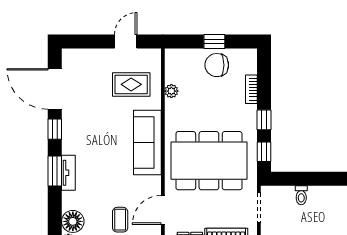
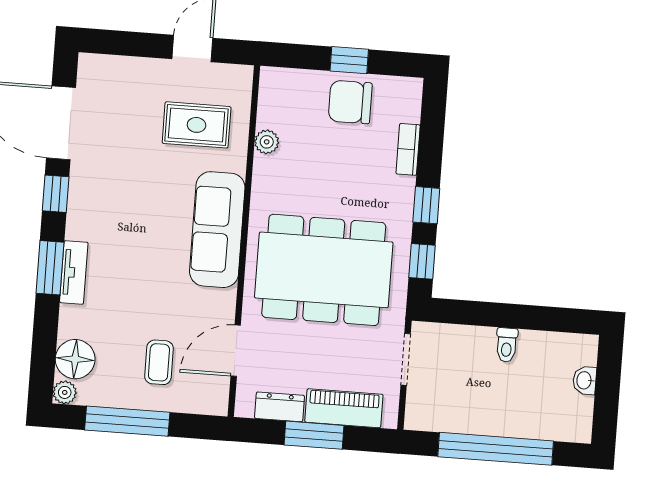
toilet: (301, 195) -> (507, 345), moved

